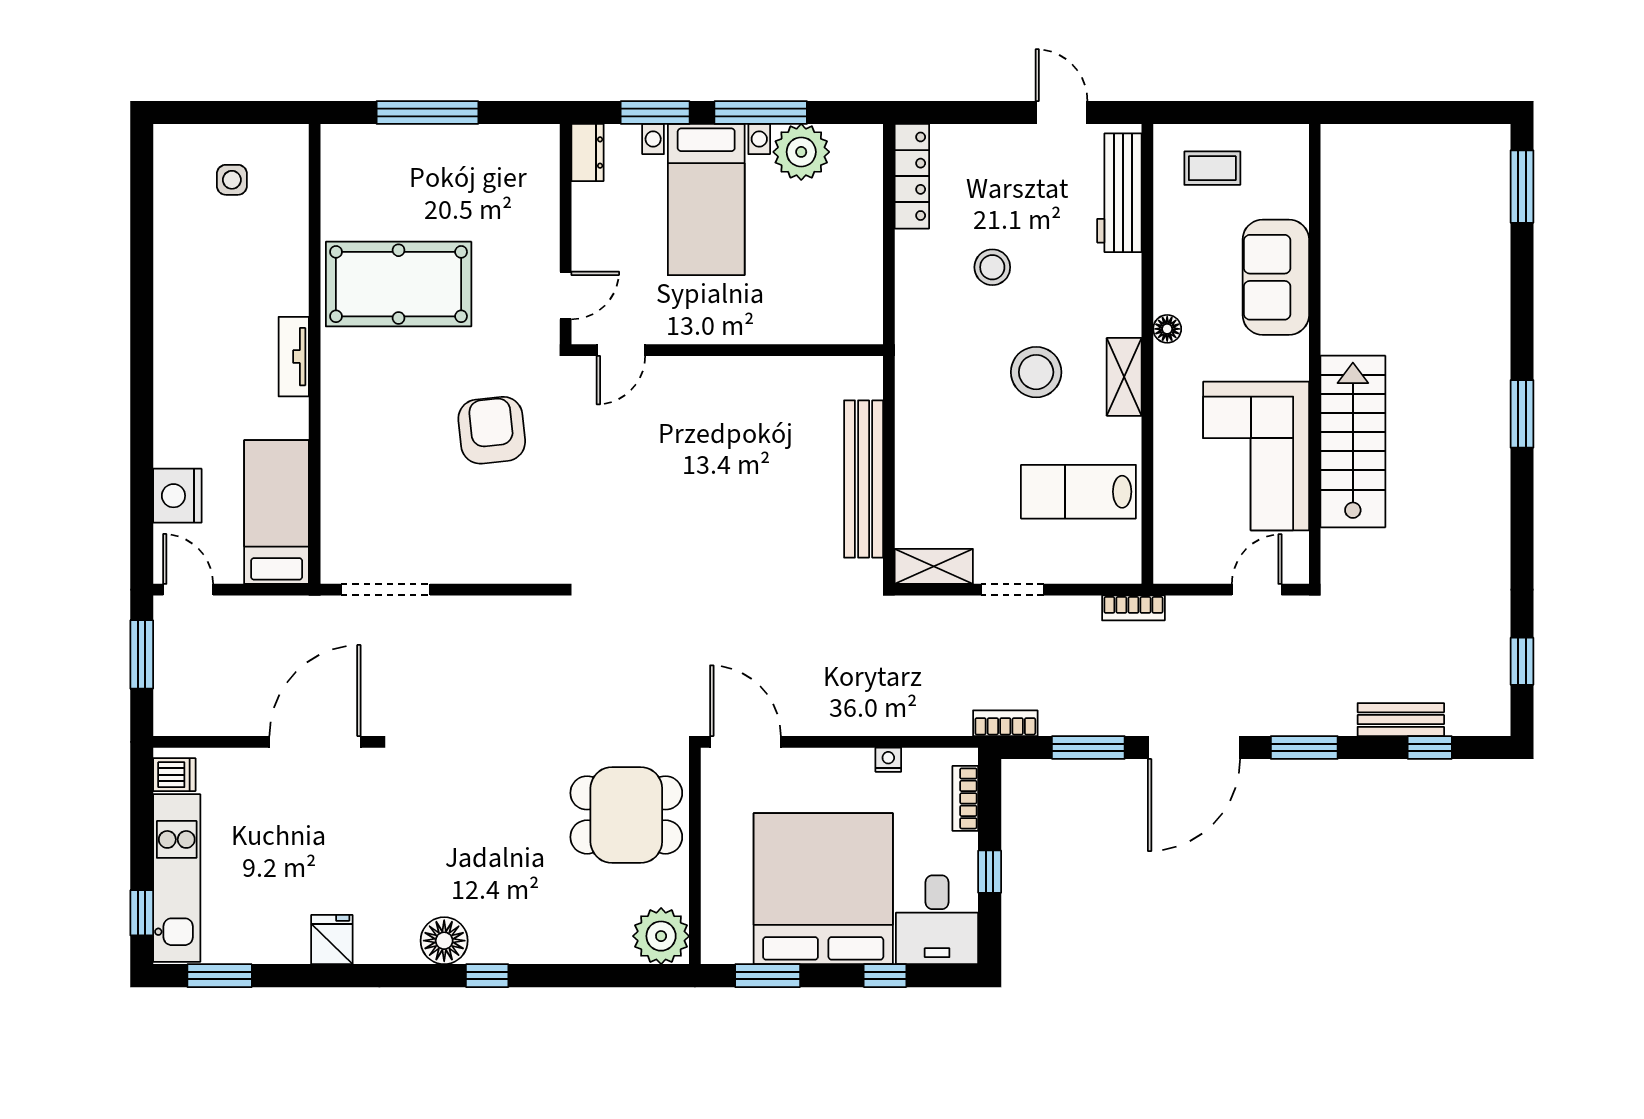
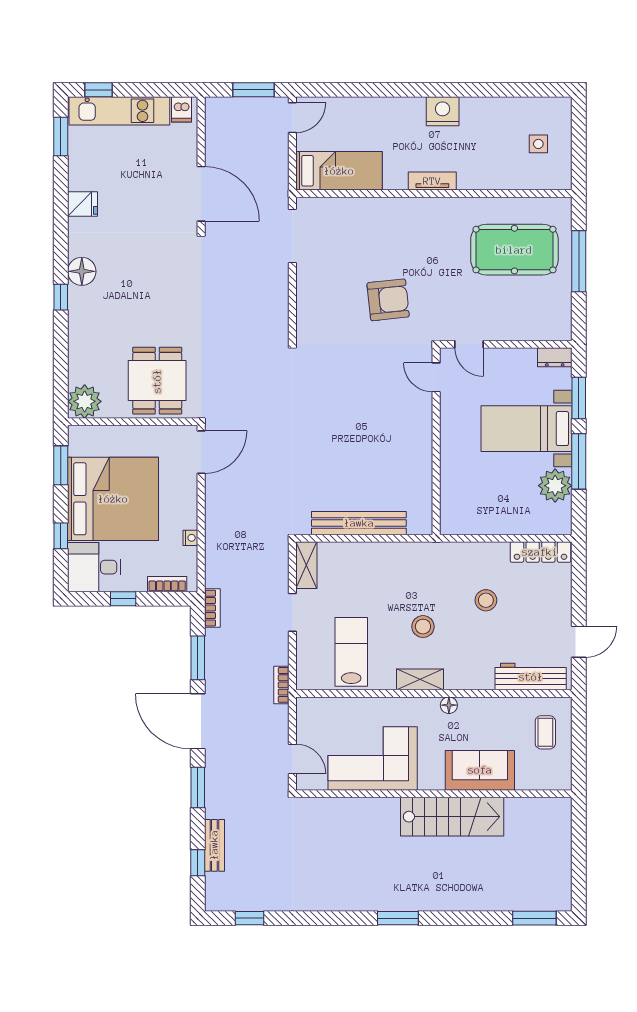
pool table: (399, 284) -> (514, 250), moved, turned 90
stool: (1036, 372) -> (423, 627), width x0.73, depth x0.73
stairs: (1353, 442) -> (452, 817), moved
nightstand: (177, 496) -> (443, 111), moved

